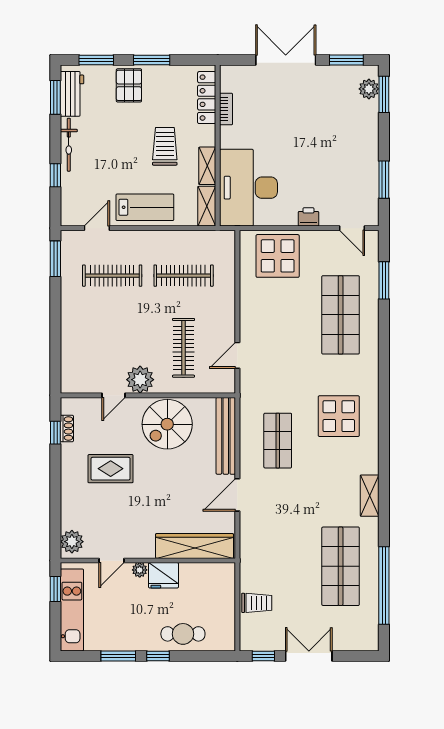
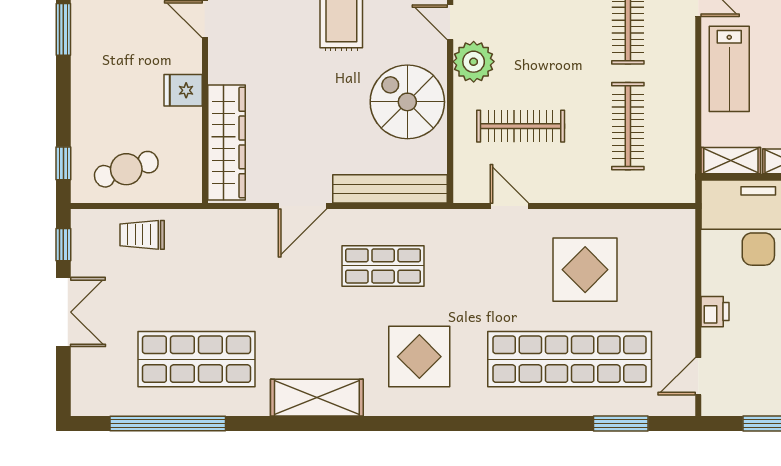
display table: (278, 256) -> (585, 270), moved
shop shelf: (341, 315) -> (570, 359), width x1.40
door: (237, 495) -> (302, 206), swing flipped
shelving: (370, 496) -> (317, 398), width x1.50, depth x1.33
plant: (140, 570) -> (191, 61), removed
fridge: (163, 575) -> (183, 90), width x0.72
trolley: (257, 603) -> (142, 235), turned 90
cafe table: (183, 634) -> (126, 169), moved, turned 72
window: (158, 656) -> (63, 163), moved

